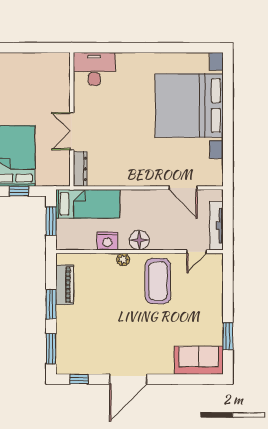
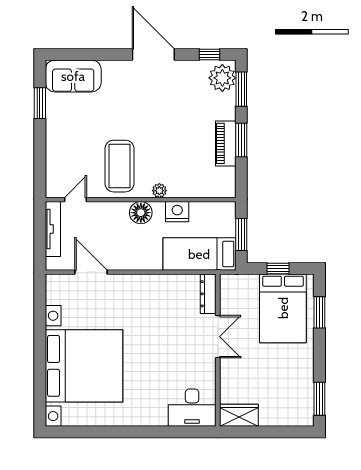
wardrobe: (53, 62) -> (239, 415), added
piano: (65, 285) -> (226, 143), moved
plant: (68, 358) -> (222, 78), added
door: (128, 379) -> (153, 54), hinge flipped

